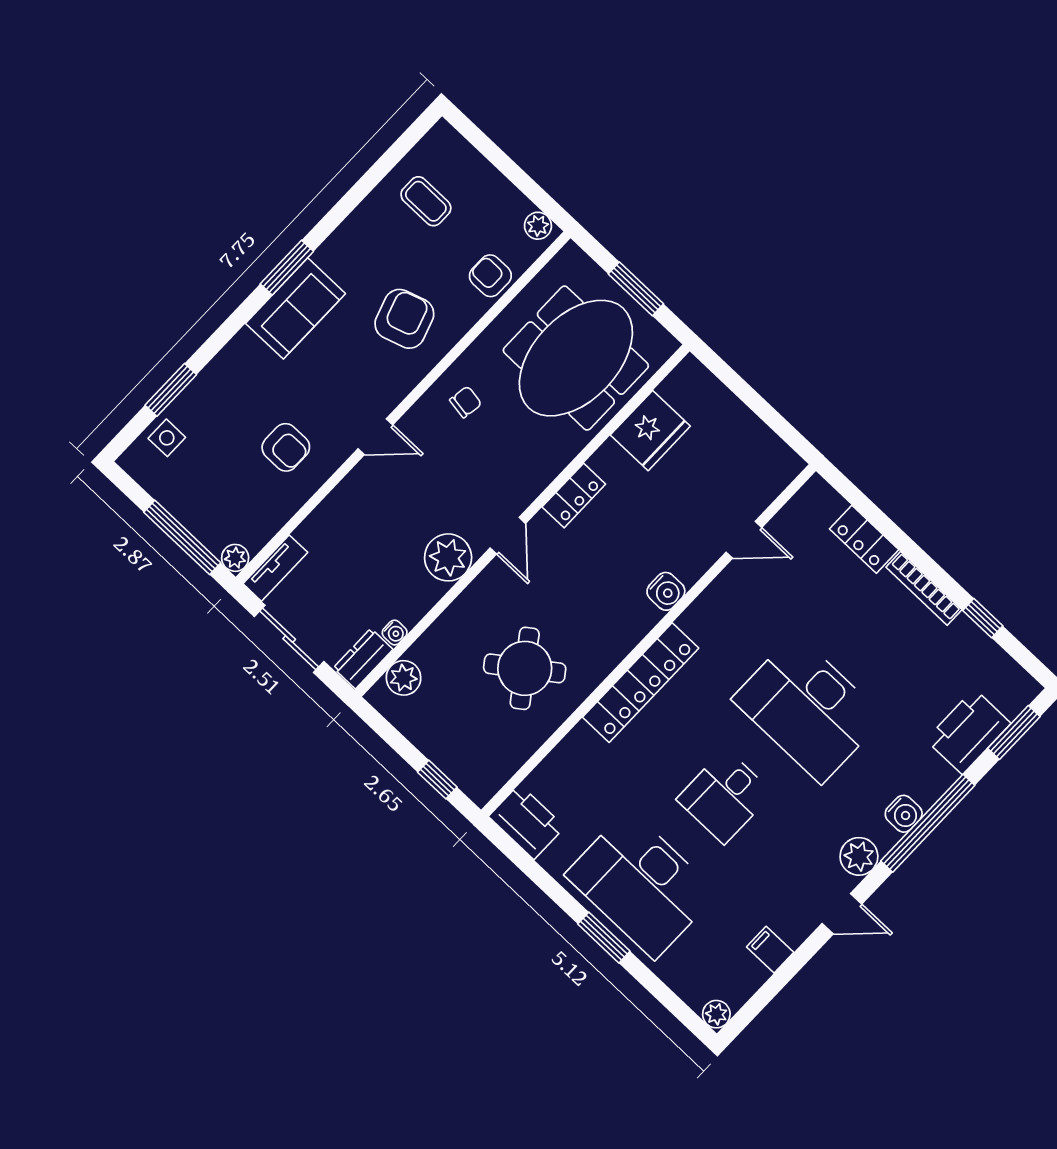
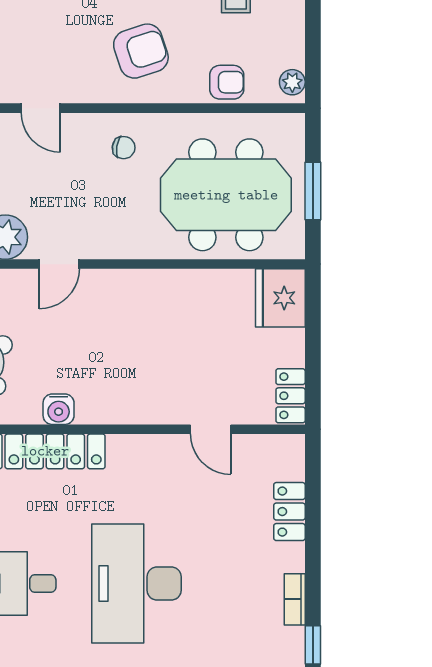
armchair: (490, 276) -> (227, 82), turned 90
fridge: (650, 431) -> (280, 298), moved, turned 90
locker: (574, 496) -> (291, 396), moved, turned 90
bookcase: (924, 588) -> (295, 599), width x0.64
water cooler: (666, 591) -> (59, 409), moved

